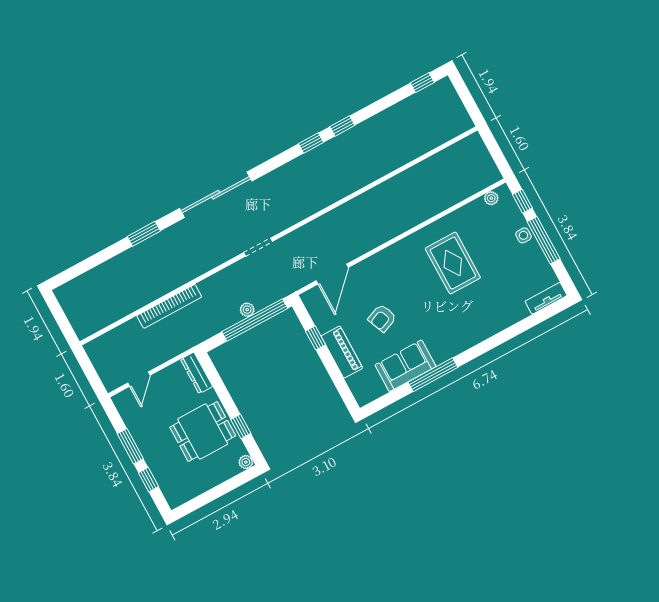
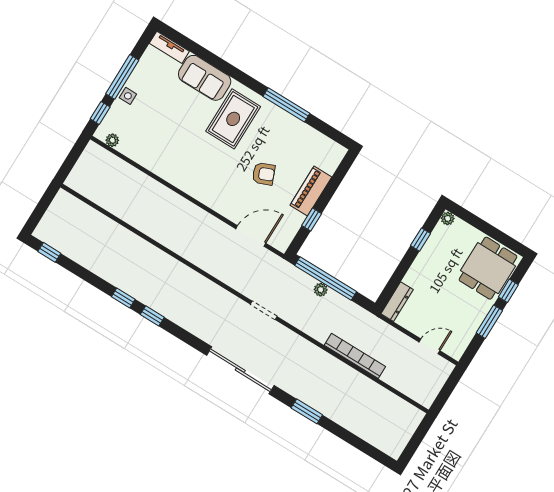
rug: (453, 263) -> (233, 119), moved
sofa: (406, 366) -> (205, 78), moved
dining table: (203, 432) -> (488, 268), moved, turned 90

